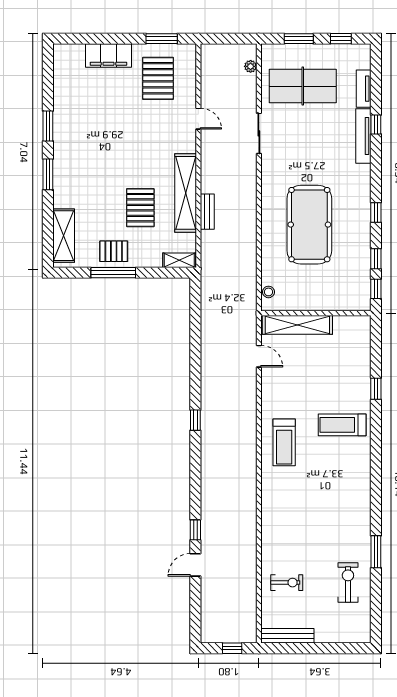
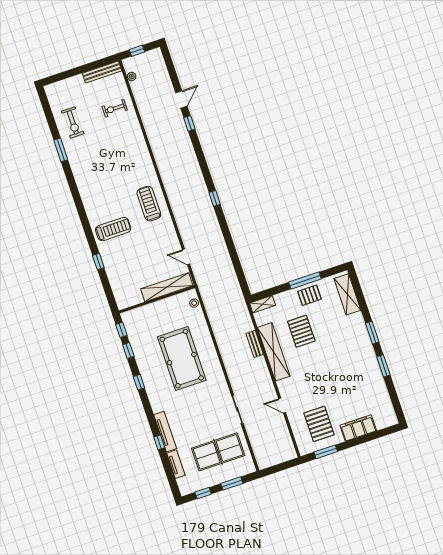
plant: (251, 66) -> (132, 77), moved

